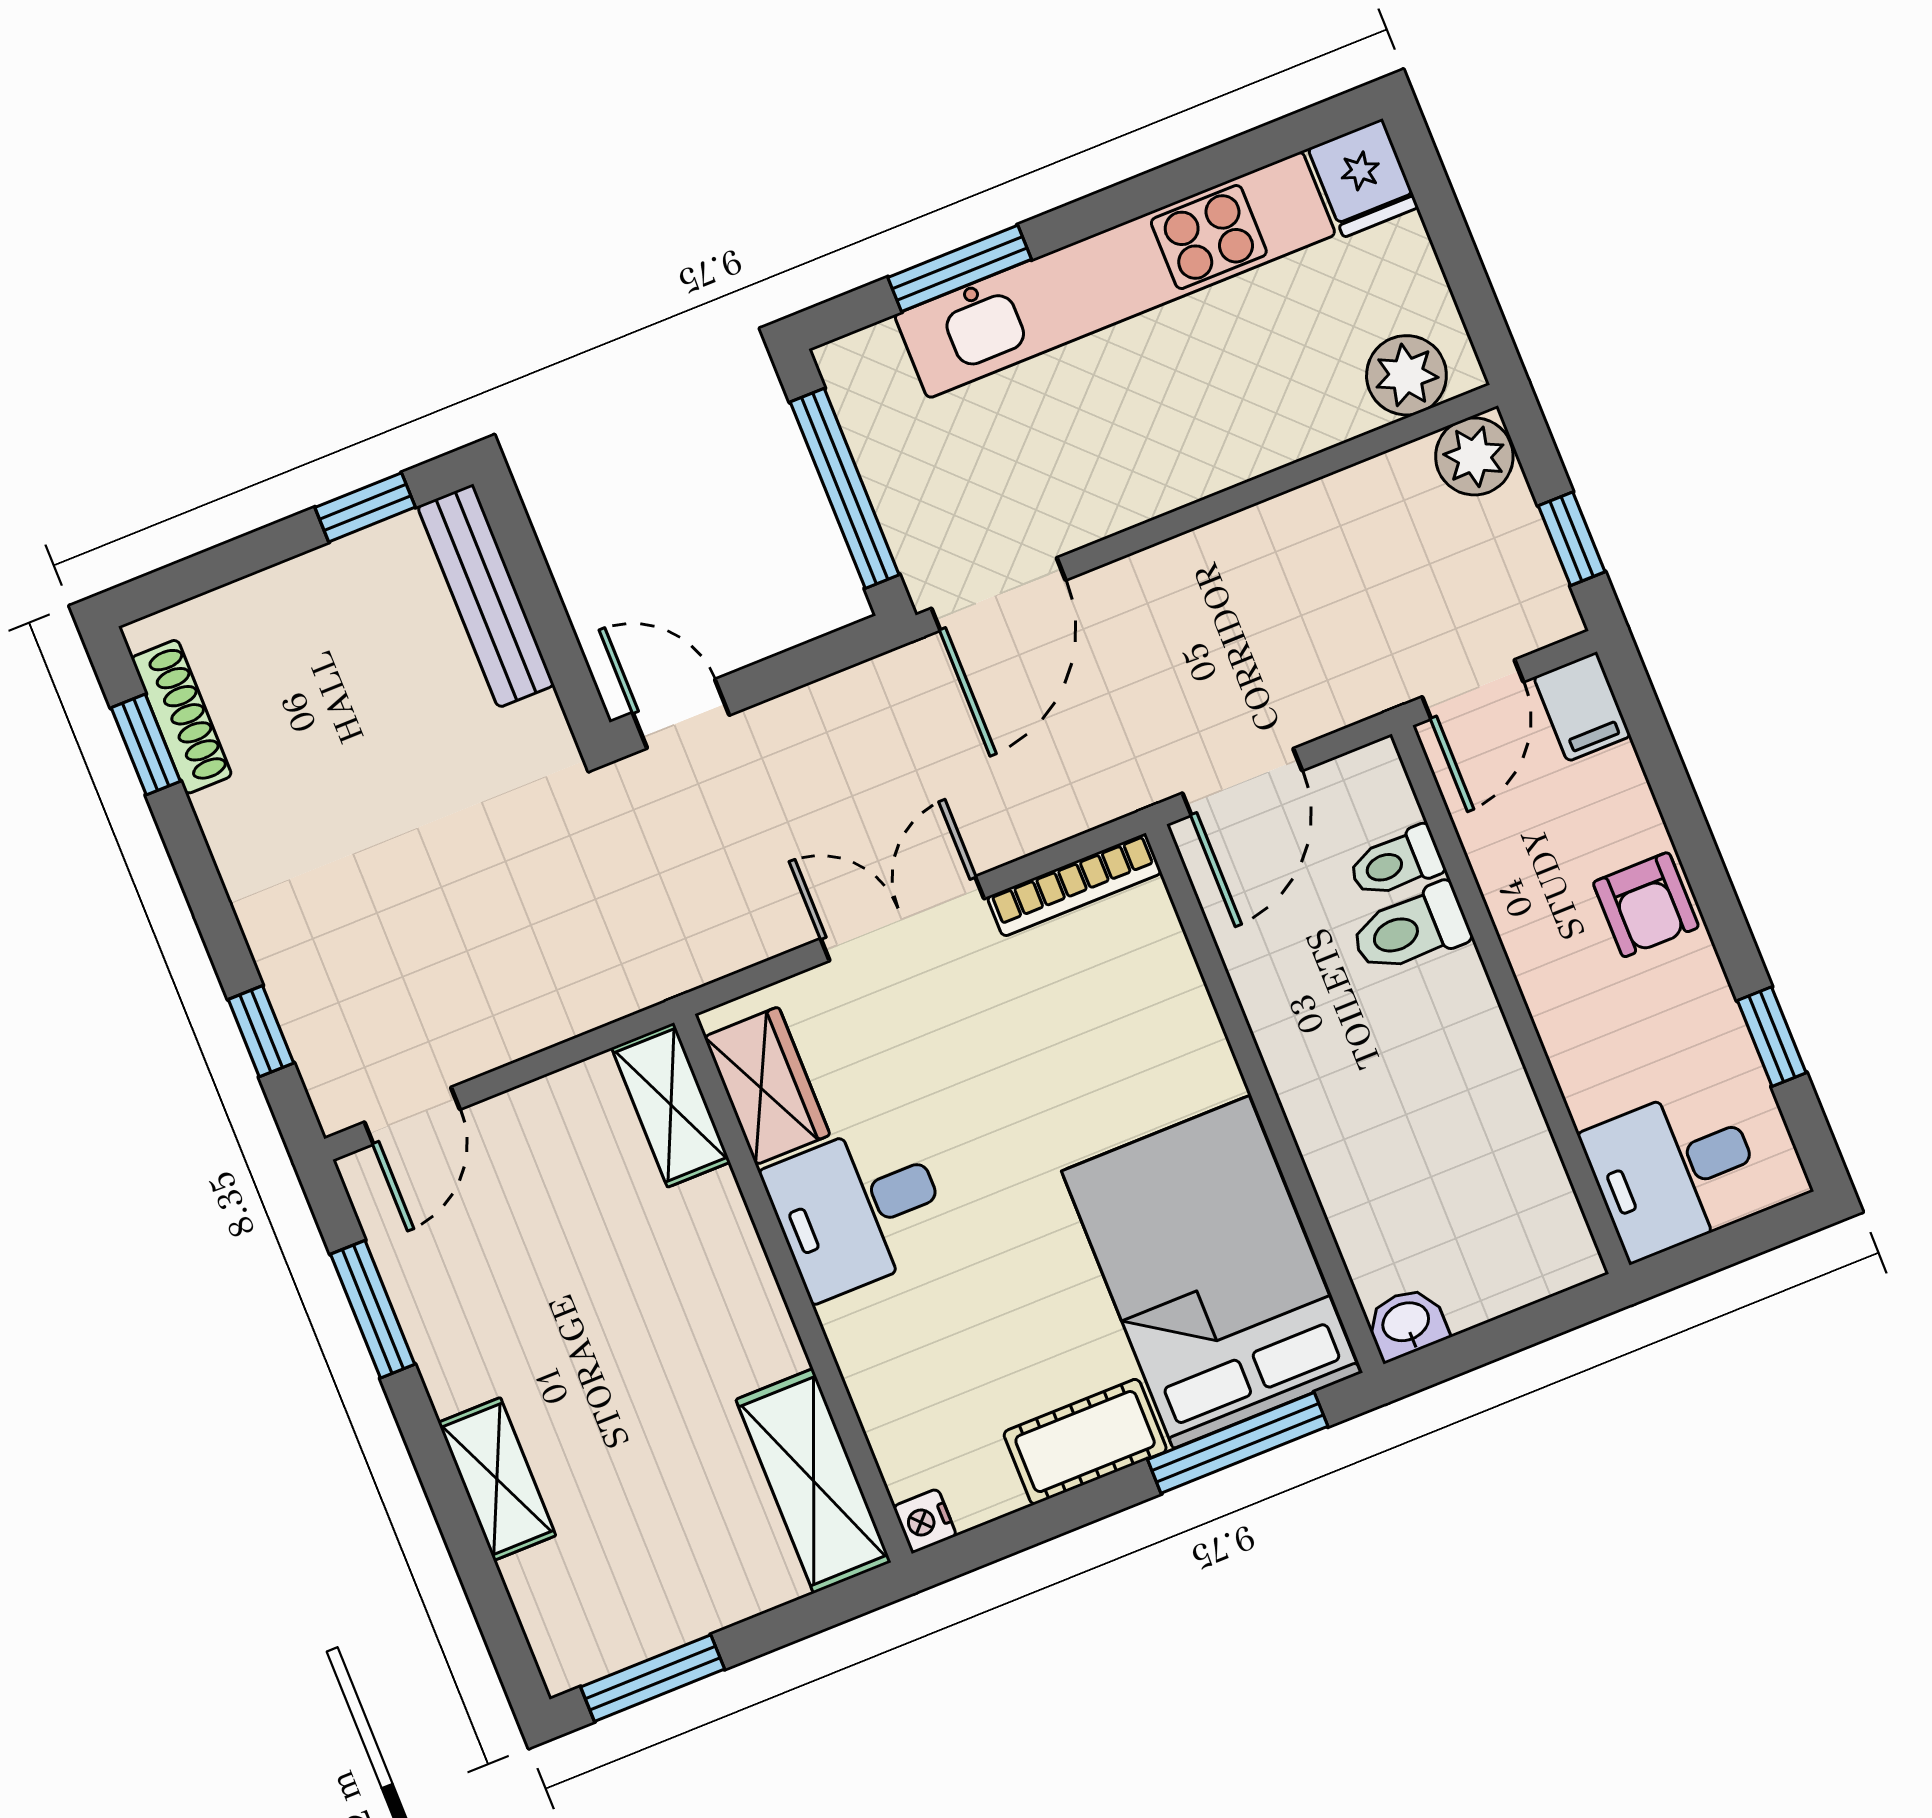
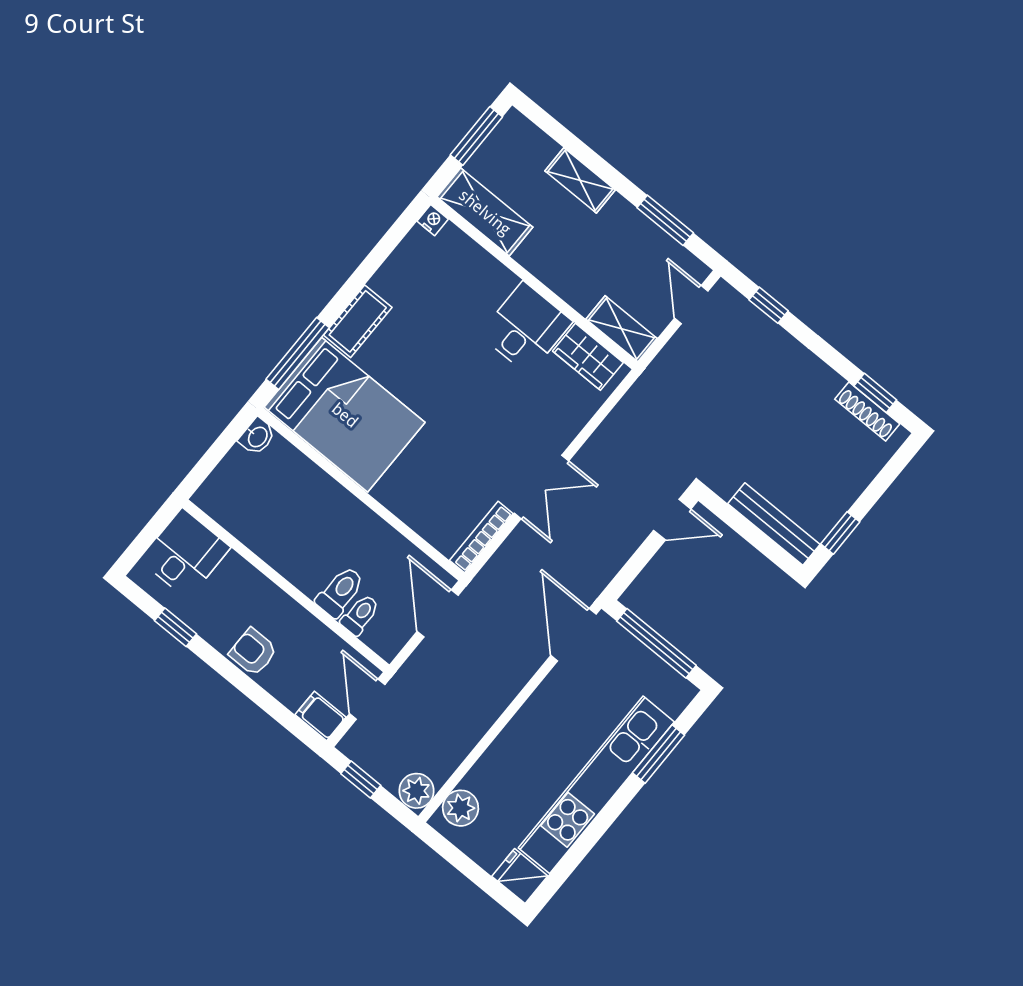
wardrobe: (767, 1086) -> (588, 357), moved
shelving: (671, 1105) -> (621, 329), moved
desk: (858, 1209) -> (526, 328), moved
wall: (793, 1288) -> (534, 283), moved
shelving: (813, 1481) -> (485, 212), moved
nightstand: (925, 1521) -> (433, 220), moved

